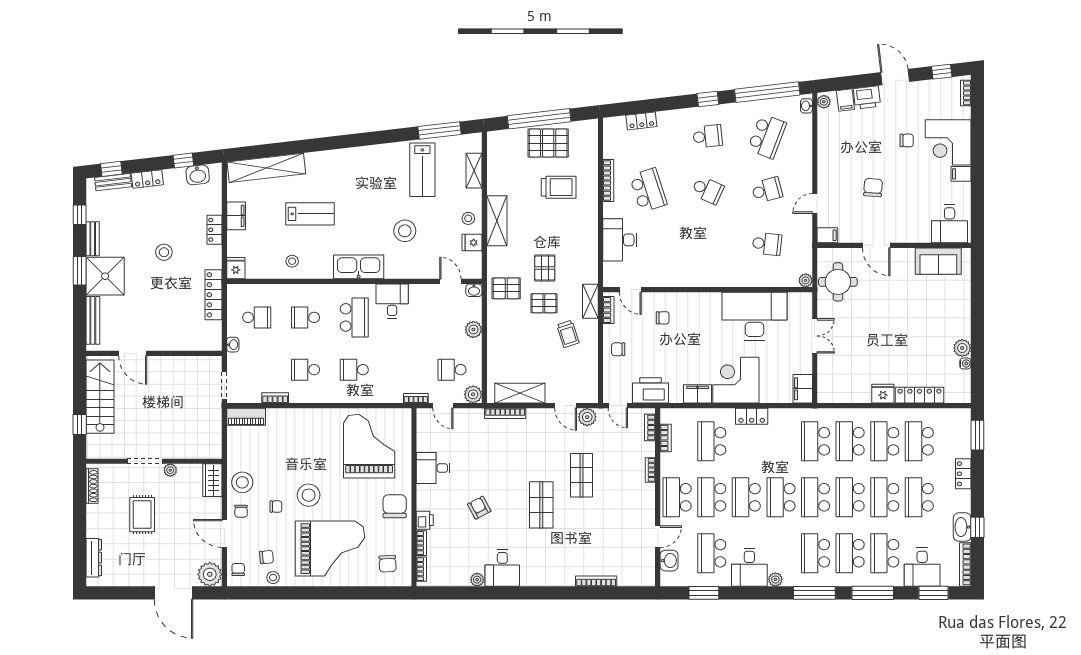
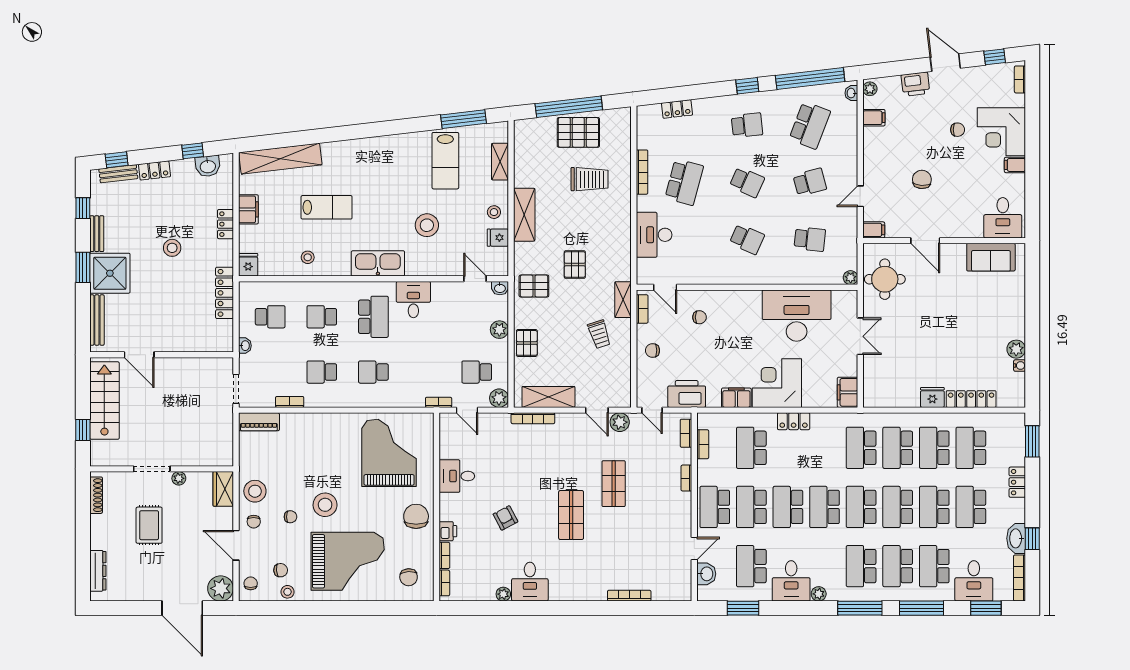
filing cabinet: (845, 100) -> (874, 118), moved, turned -83
school desk: (648, 190) -> (684, 182), turned 33
school desk: (708, 244) -> (747, 239), added
pallet: (544, 303) -> (527, 343), moved, turned 90

